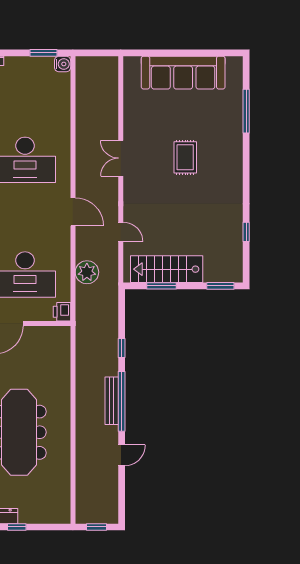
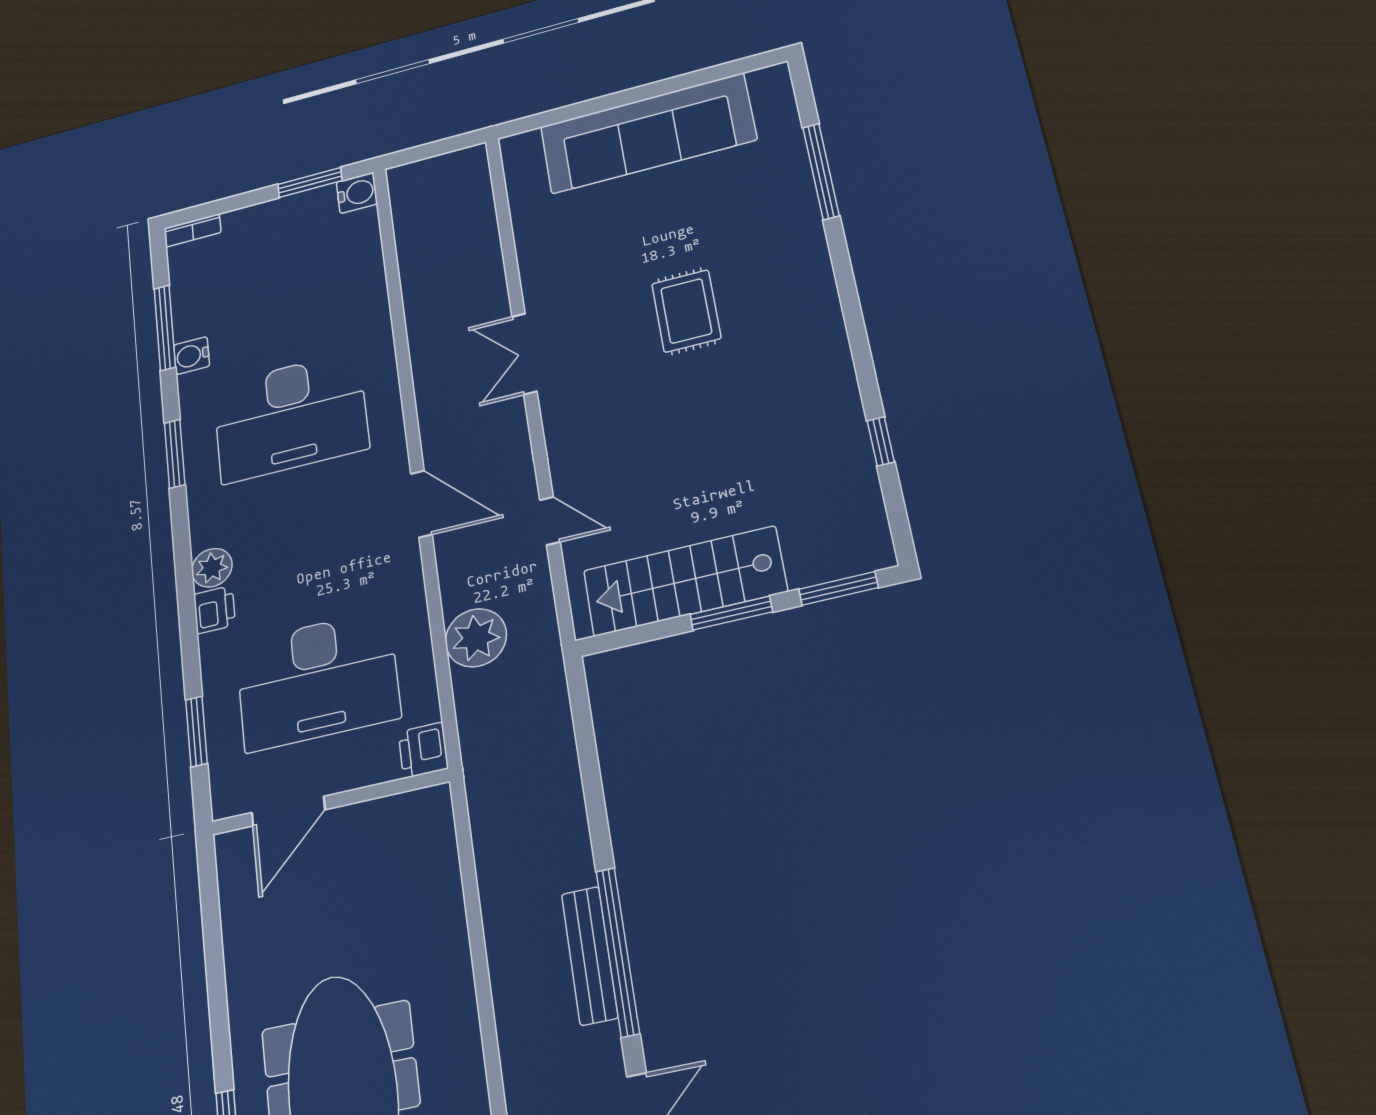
window: (162, 286) -> (731, 613), moved
window: (122, 348) -> (596, 808), removed

